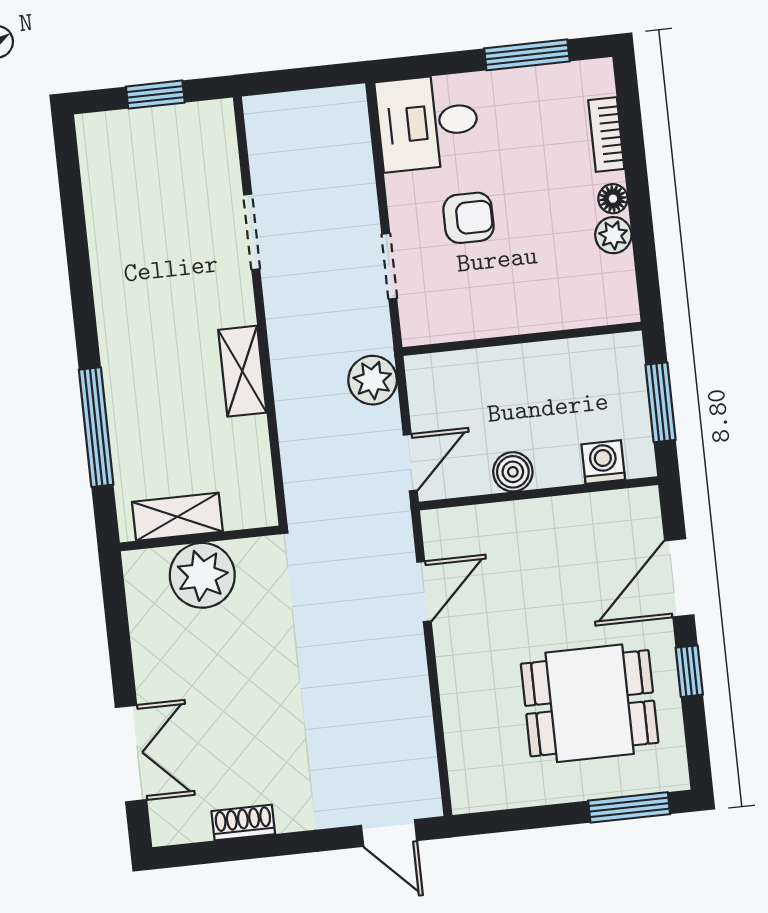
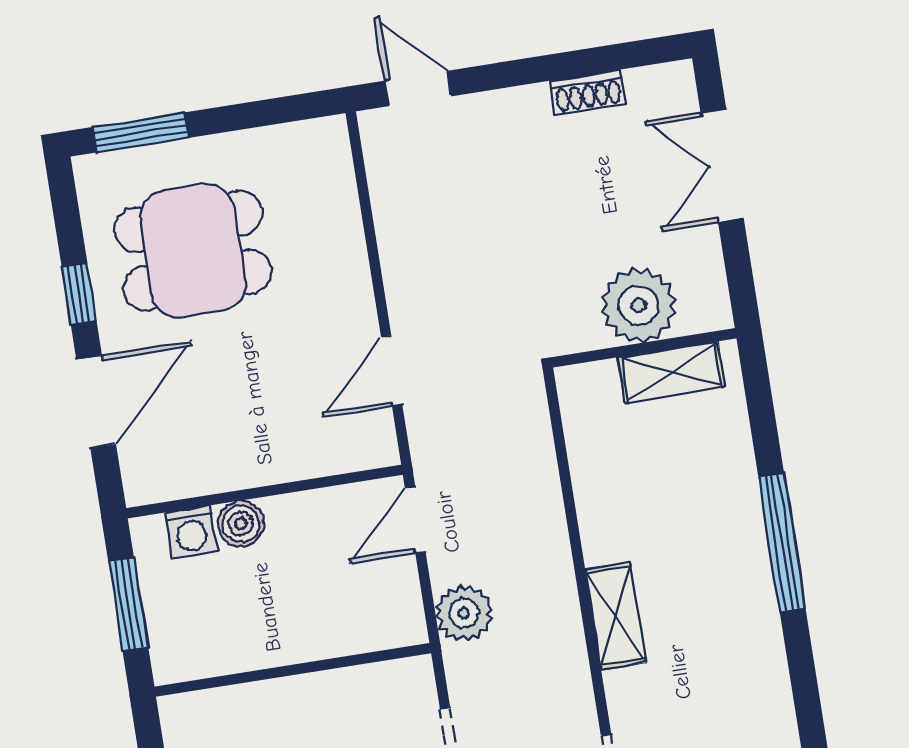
boiler: (513, 472) -> (241, 524), moved
shelving: (177, 517) -> (671, 372), moved
wall: (200, 539) -> (644, 348), moved
plant: (202, 575) -> (639, 305), moved

